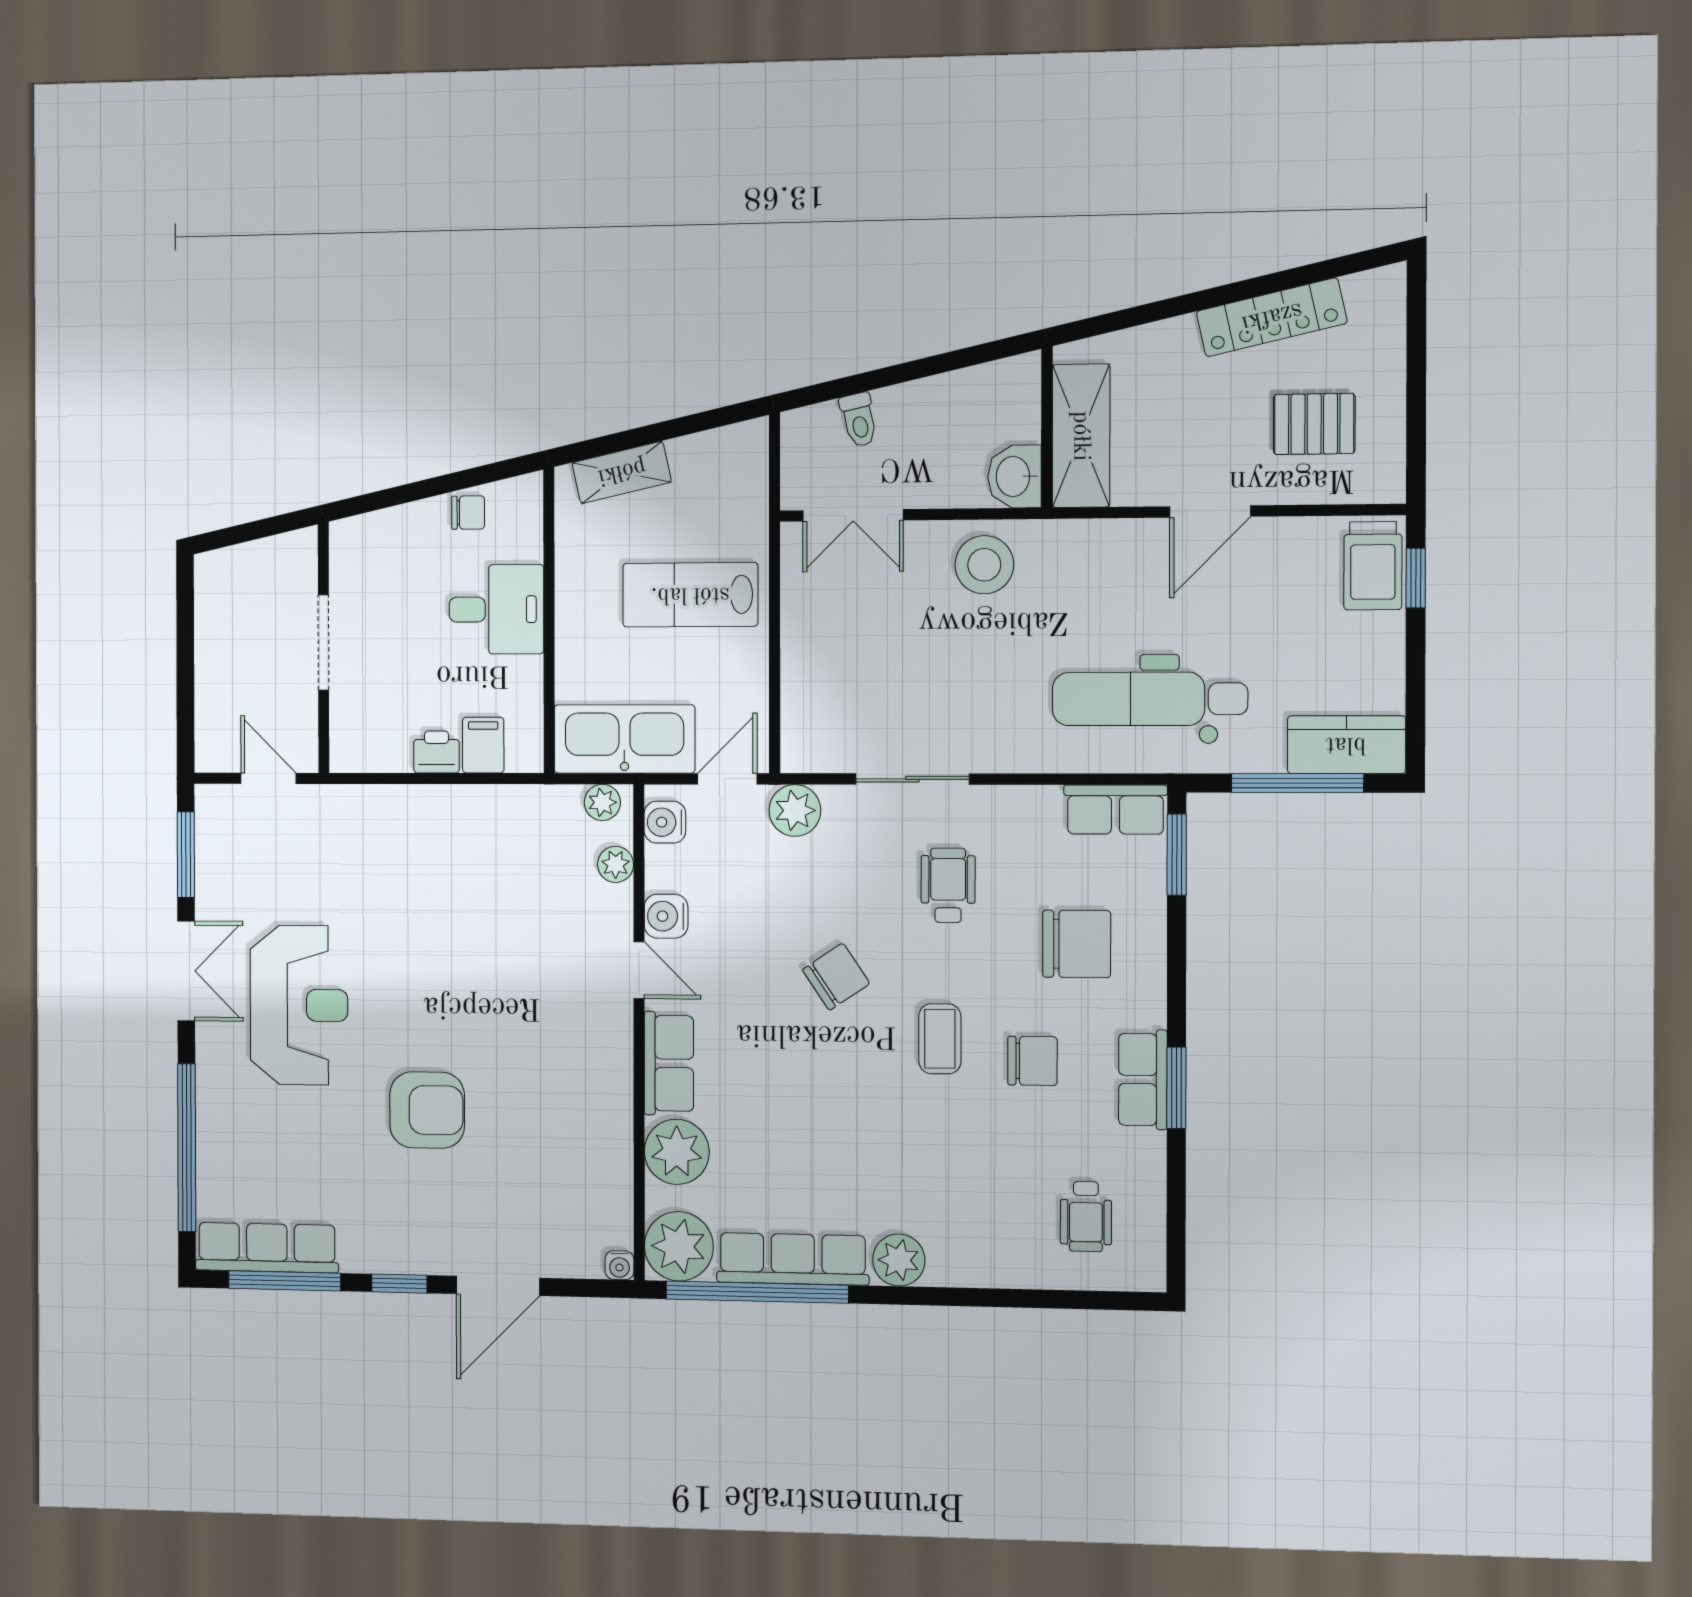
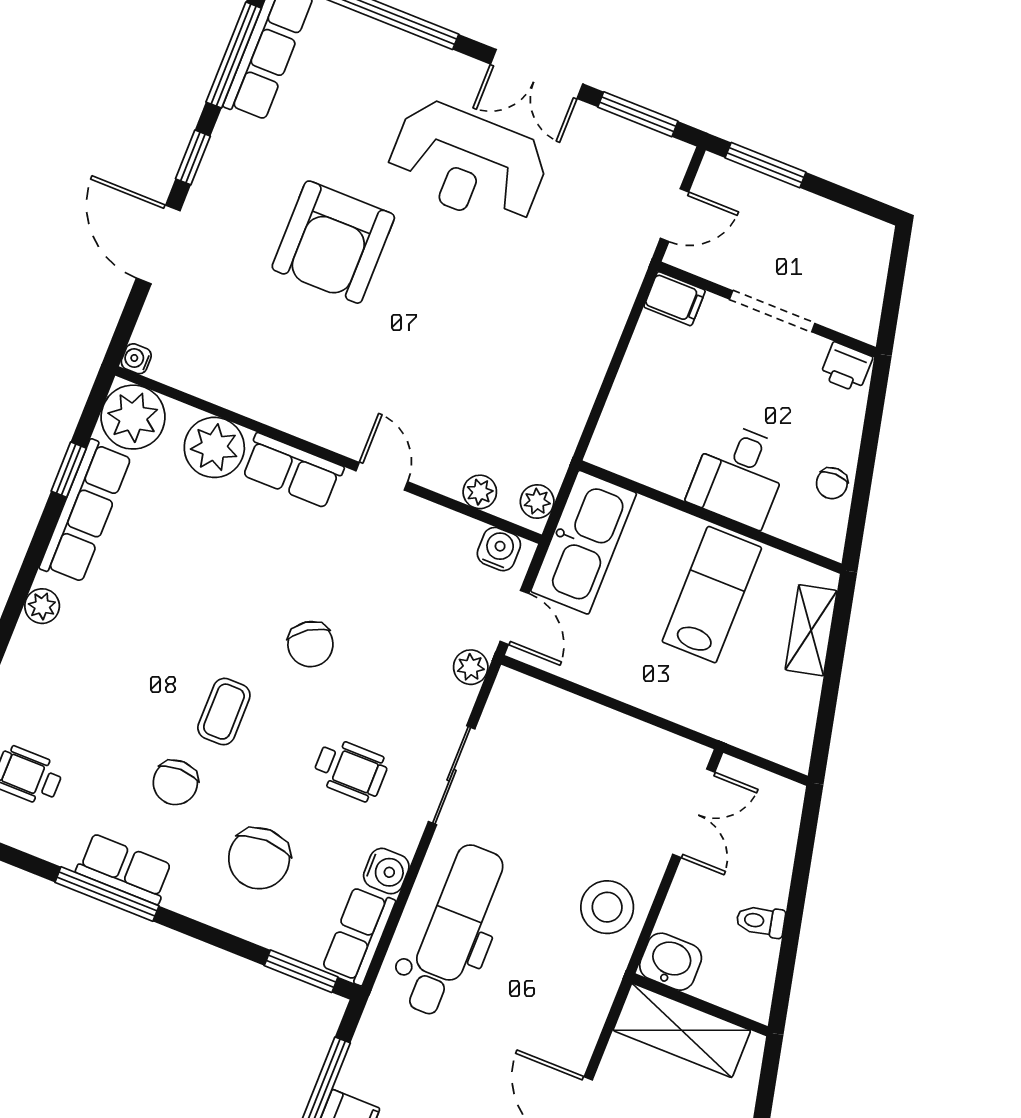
toilet: (859, 420) -> (761, 921), moved
double door: (853, 515) -> (694, 813), swing flipped
lab bench: (690, 595) -> (712, 595), moved
dental chair: (1150, 699) -> (453, 930), moved
window: (185, 708) -> (766, 165), added
filing cabinet: (483, 745) -> (675, 299), moved
printer: (436, 752) -> (846, 367), moved, turned 90
plant: (795, 810) -> (471, 667), width x0.73, depth x0.73
water cooler: (666, 916) -> (386, 871), moved, turned 90
door: (639, 970) -> (382, 476), swing flipped
coffee table: (940, 1039) -> (224, 712), turned 90
window: (1176, 1088) -> (107, 894), width x1.44
armchair: (427, 1110) -> (333, 242), width x1.36, depth x1.36
plant: (899, 1260) -> (42, 606), width x0.73, depth x0.73
window: (757, 1292) -> (69, 470), width x0.32

